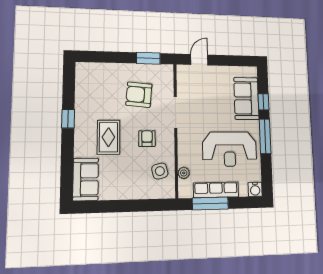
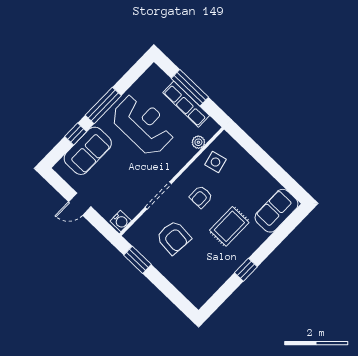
door: (199, 60) -> (80, 204), moved
water cooler: (255, 189) -> (121, 221), moved, turned 90
window: (210, 203) -> (190, 88), moved

